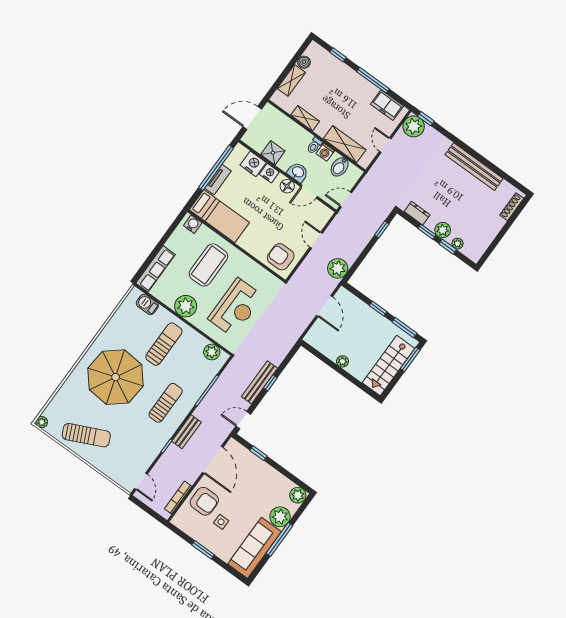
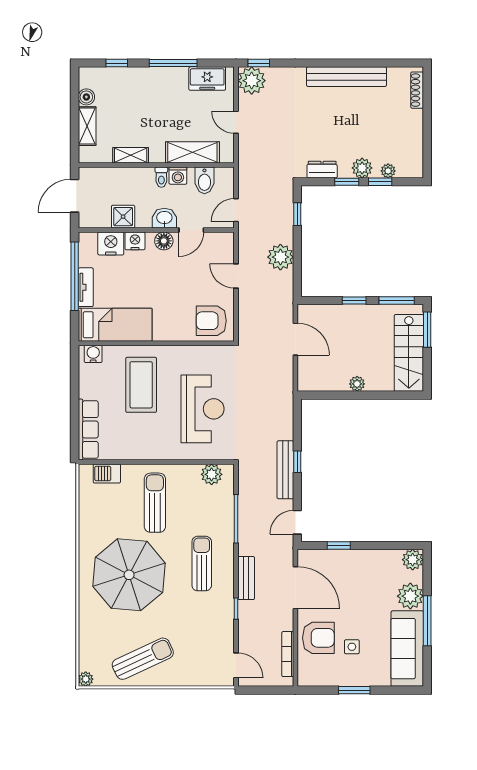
plant: (338, 268) -> (280, 257), moved
plant: (186, 306) -> (149, 446), removed

